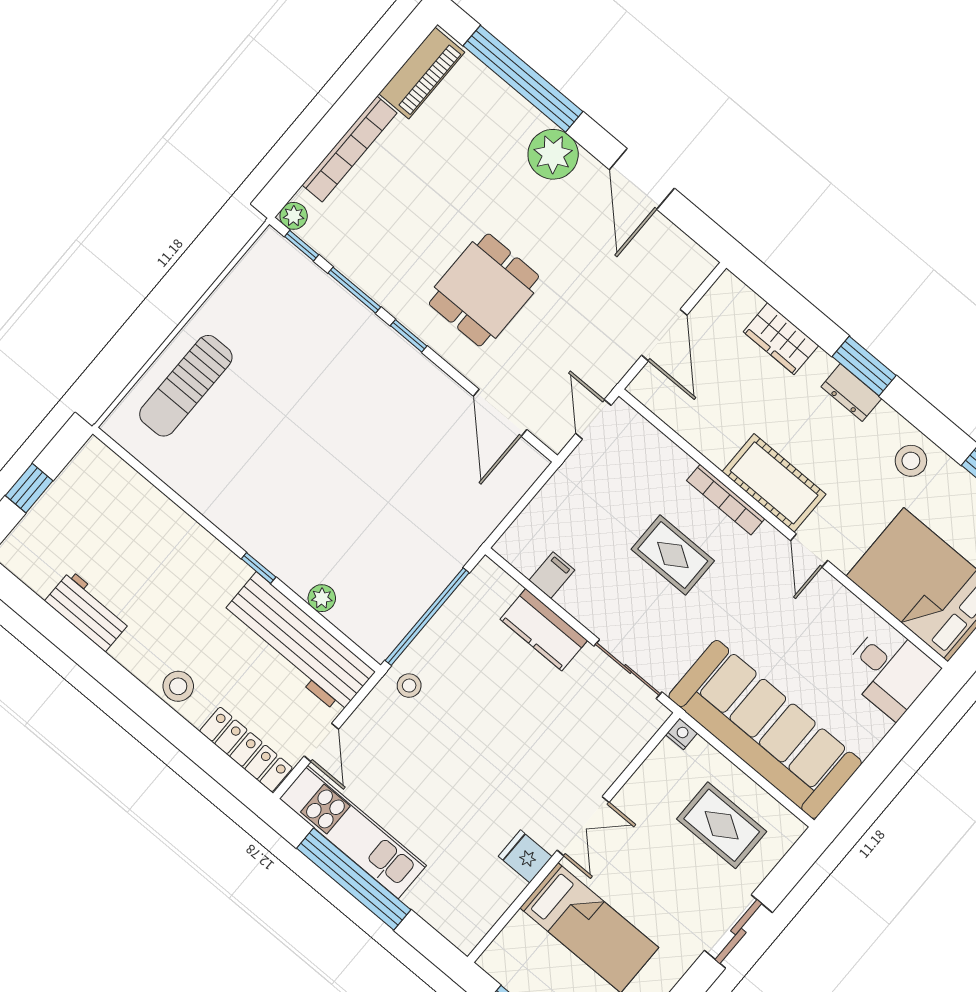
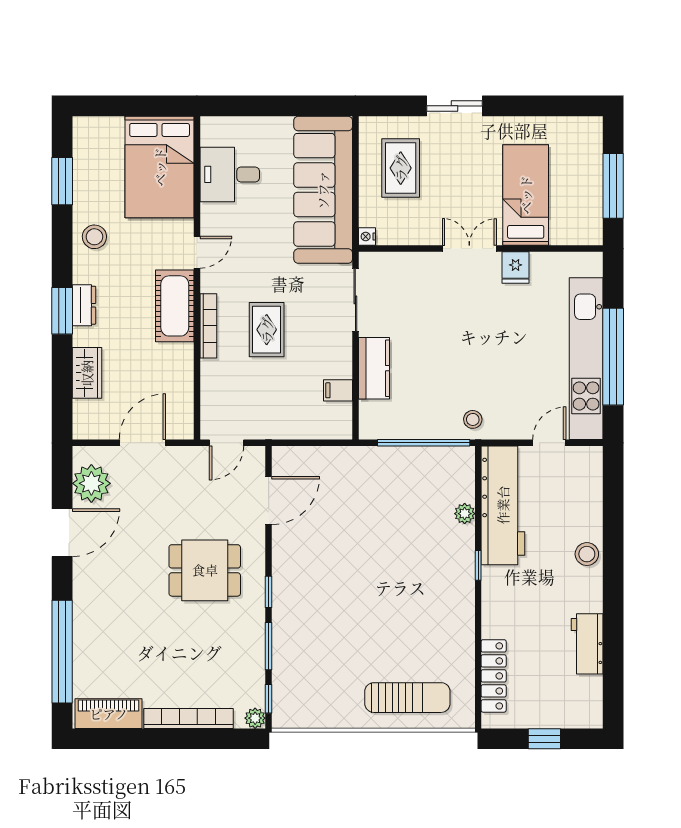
plant: (553, 154) -> (91, 483), moved
desk: (890, 671) -> (230, 174), moved, turned -90
locker: (246, 749) -> (494, 676), moved, turned 180
kitchen unit: (353, 832) -> (586, 359), width x1.36

